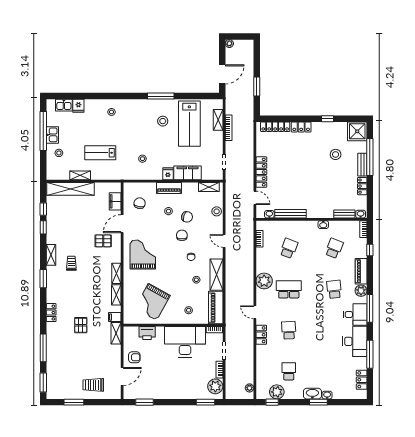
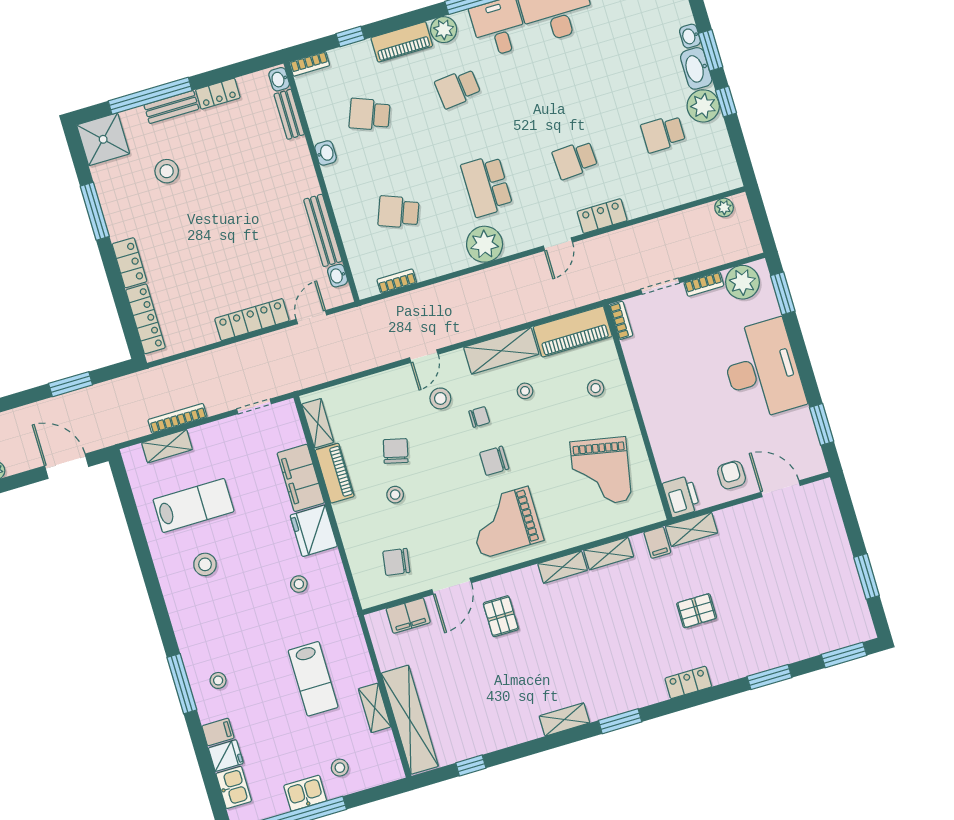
window: (161, 96) -> (182, 684), moved
filing cabinet: (90, 105) -> (218, 732), added
window: (328, 119) -> (95, 211), width x2.17
lab bench: (189, 124) -> (194, 505), width x0.73, depth x0.72
fridge: (168, 174) -> (314, 531), width x1.88, depth x1.34
piano: (169, 188) -> (335, 473), moved
stool: (217, 211) -> (440, 398), moved
door: (122, 224) -> (452, 586), hinge flipped
window: (43, 227) -> (510, 754), removed
chair: (182, 235) -> (494, 461), moved
trolley: (71, 263) -> (569, 670), removed
grand piano: (152, 302) -> (601, 471), turned 72
printer: (147, 333) -> (681, 496), moved
desk: (185, 342) -> (762, 370), moved, turned 180
window: (43, 348) -> (769, 677), width x0.69
trolley: (93, 385) -> (817, 546), removed
plant: (277, 392) -> (703, 106), moved
window: (272, 402) -> (726, 102), moved

